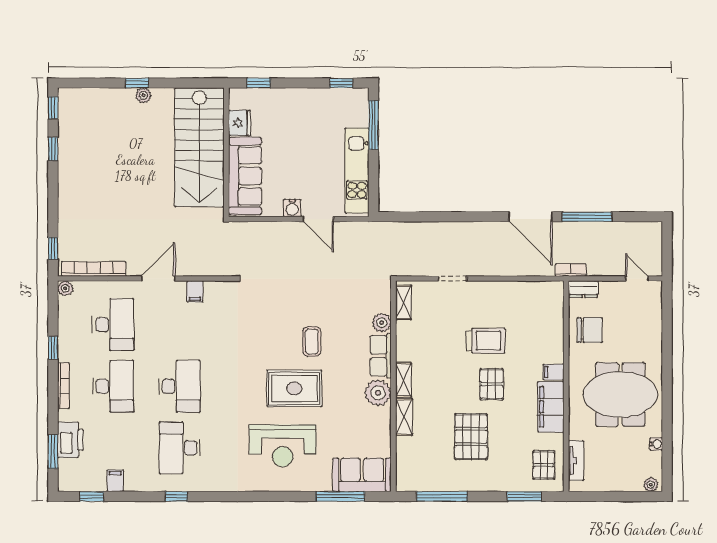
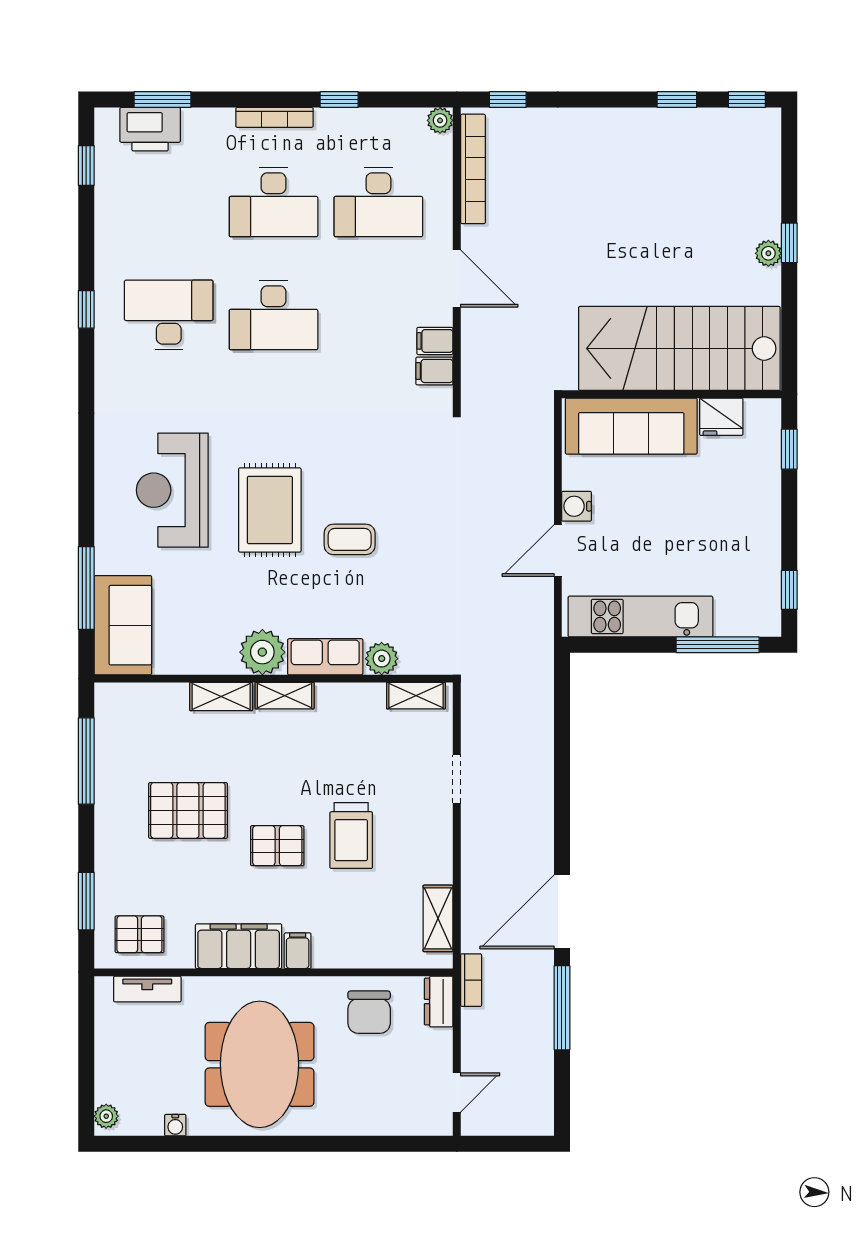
shelving: (534, 290) -> (438, 918), added
printer: (70, 440) -> (150, 129), moved
filing cabinet: (115, 481) -> (434, 371), moved, turned 180

